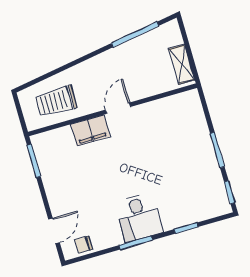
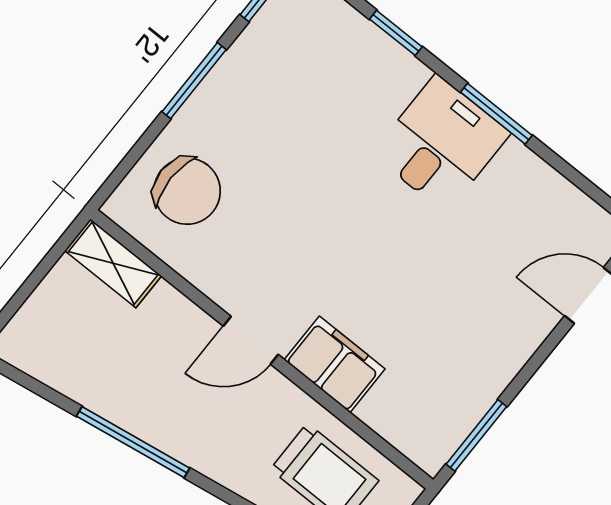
window: (135, 34) -> (133, 442), moved
shelving: (182, 64) -> (113, 263), moved, turned 90
chair: (84, 245) -> (187, 191), moved, width x1.87, depth x1.87

